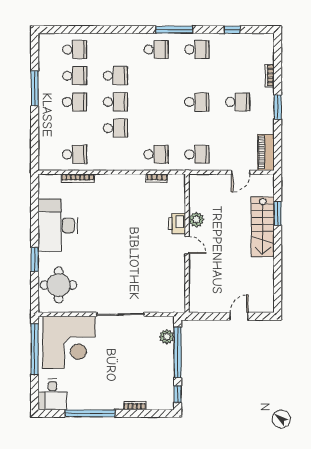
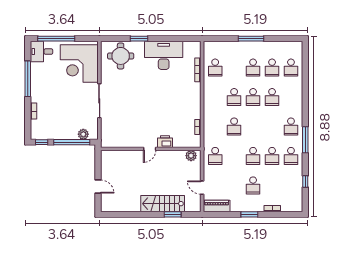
school desk: (197, 76) -> (272, 156), added
window: (35, 88) -> (251, 39), moved
school desk: (156, 154) -> (234, 127), moved
plant: (196, 220) -> (191, 156), moved
window: (35, 349) -> (56, 39), moved

